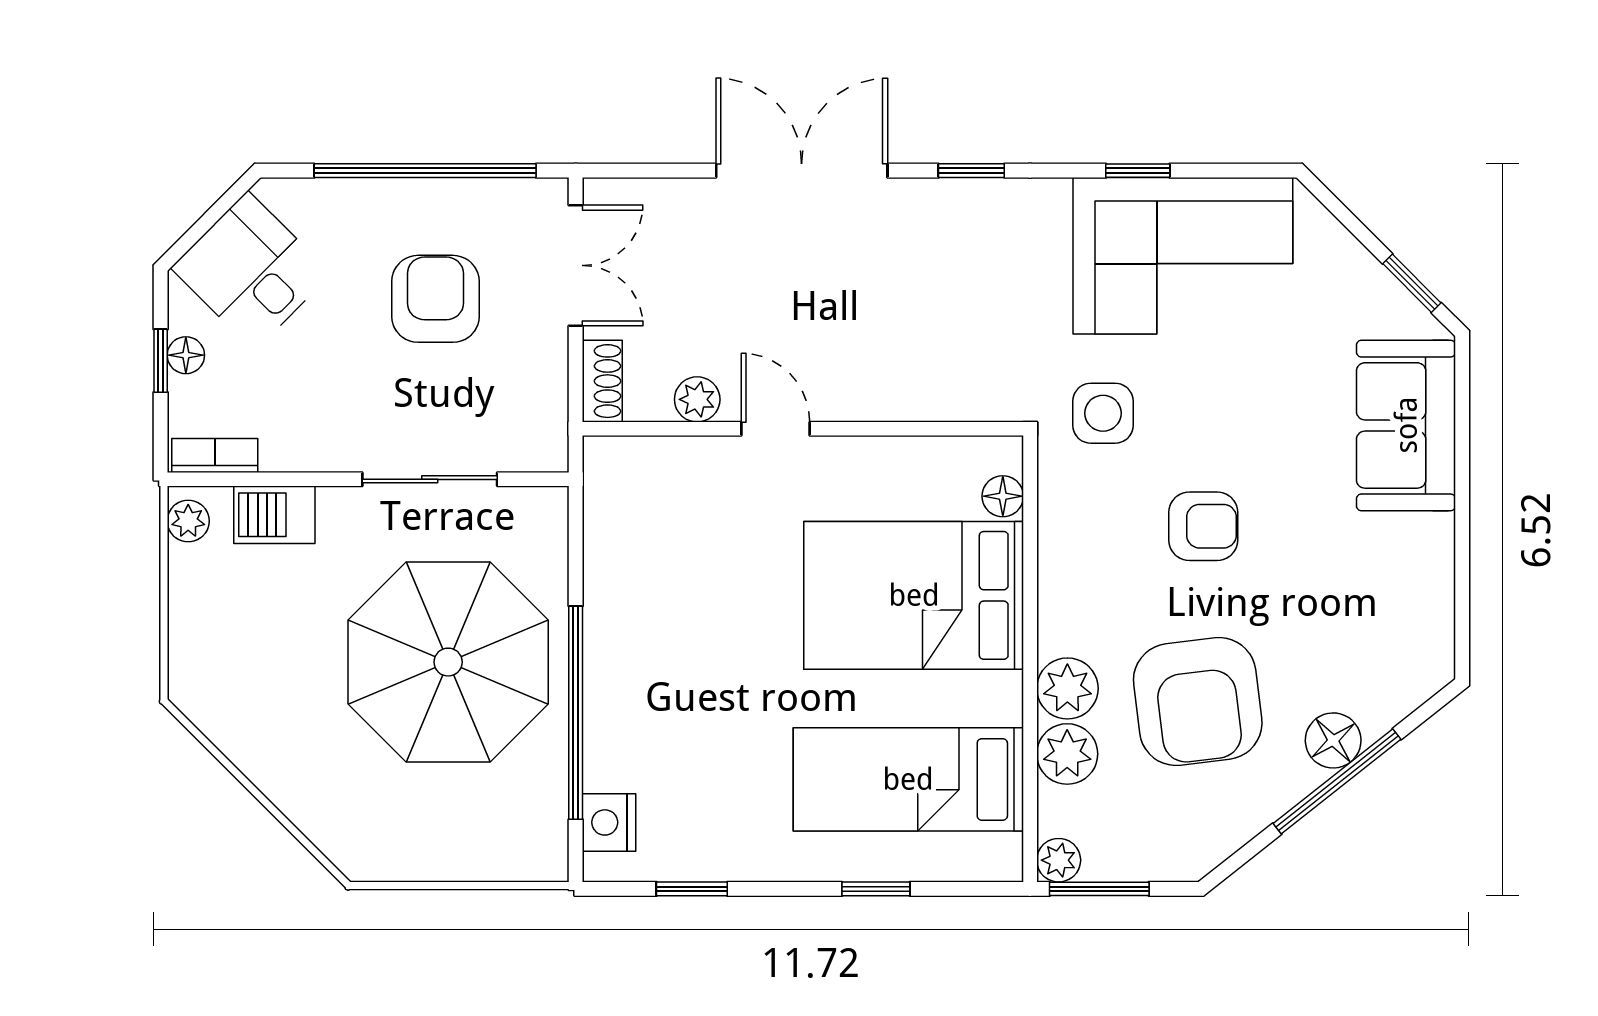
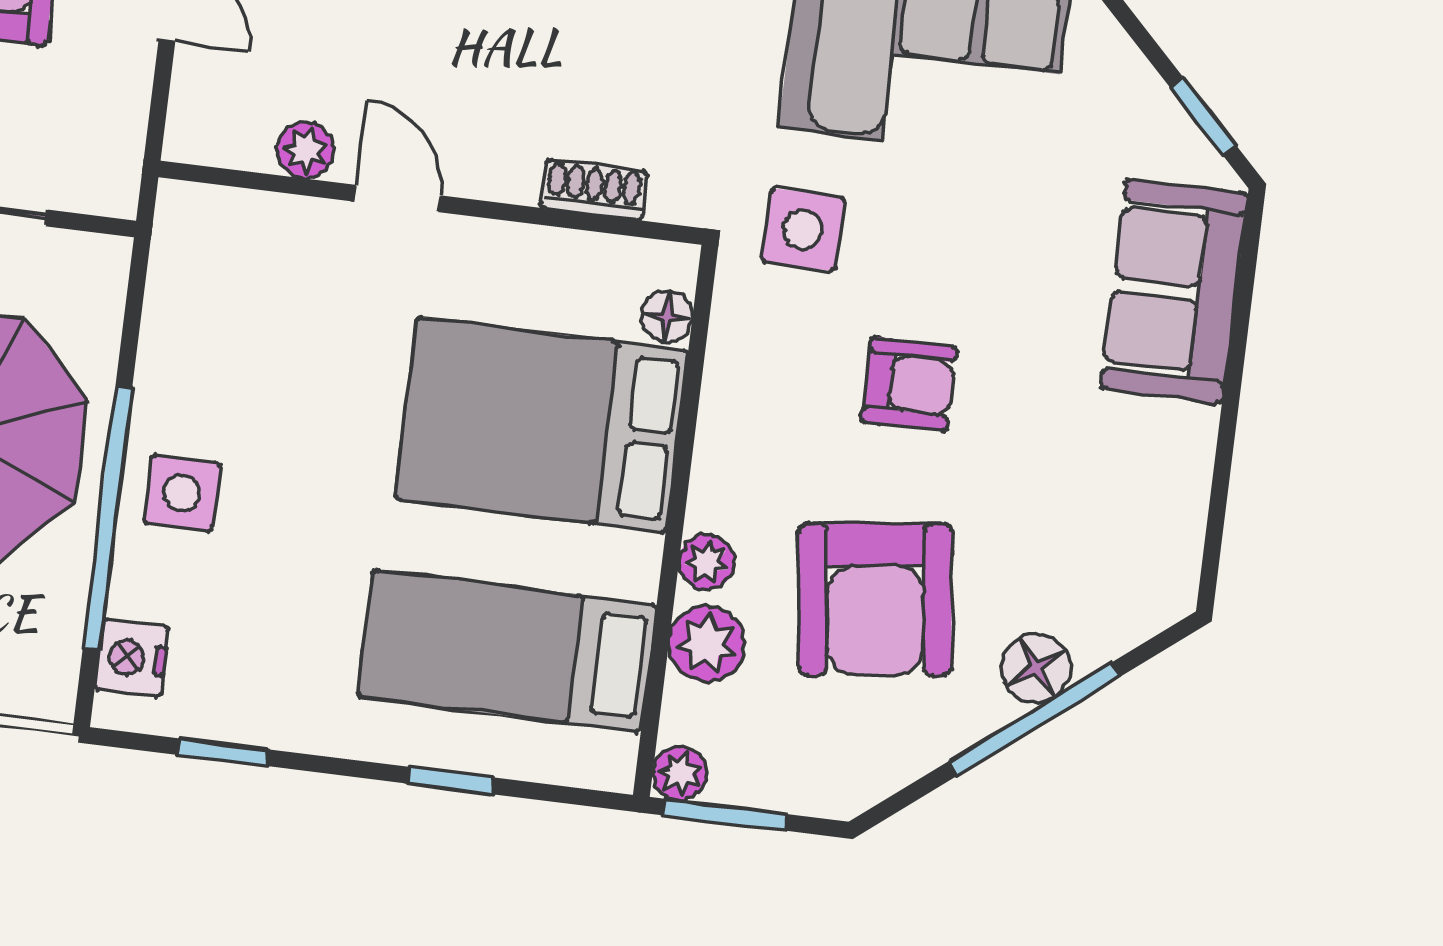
shoe rack: (602, 381) -> (594, 190), moved, turned -90
side table: (633, 686) -> (182, 493), added
plant: (1067, 688) -> (707, 562), width x0.73, depth x0.73

